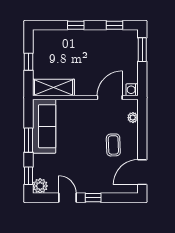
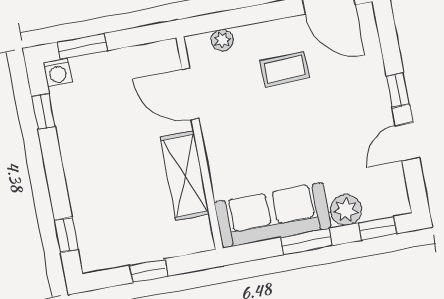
window: (76, 25) -> (66, 235), moved
shelving: (53, 87) -> (185, 176), moved
washing machine: (132, 90) -> (57, 72), moved
plant: (40, 186) -> (346, 210), moved

